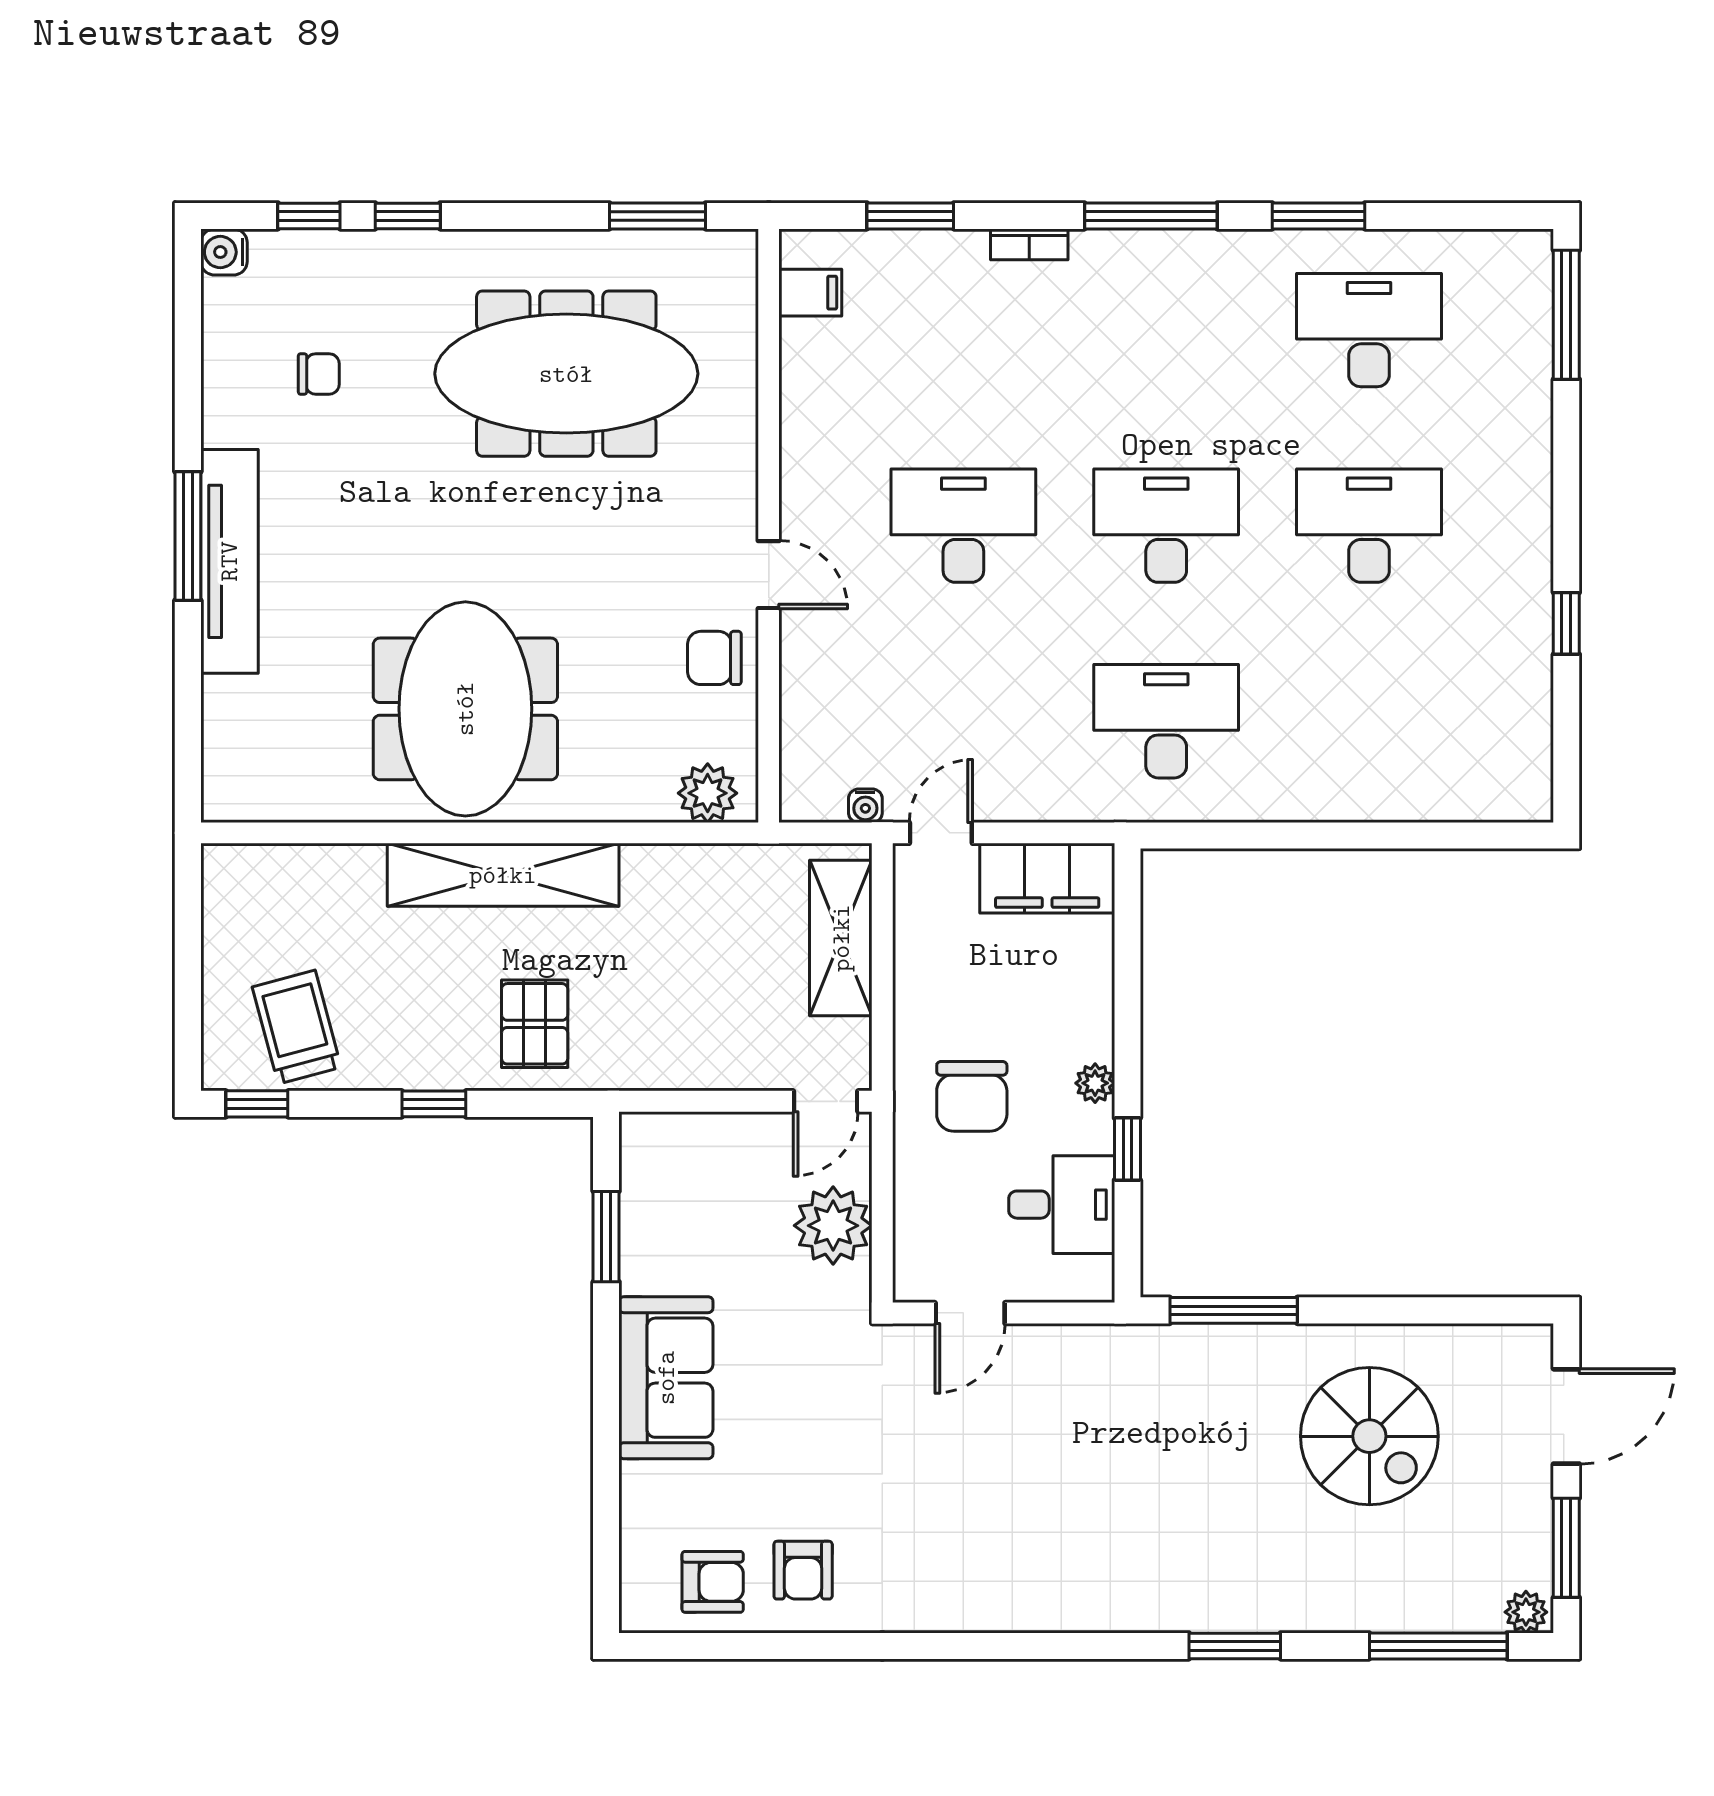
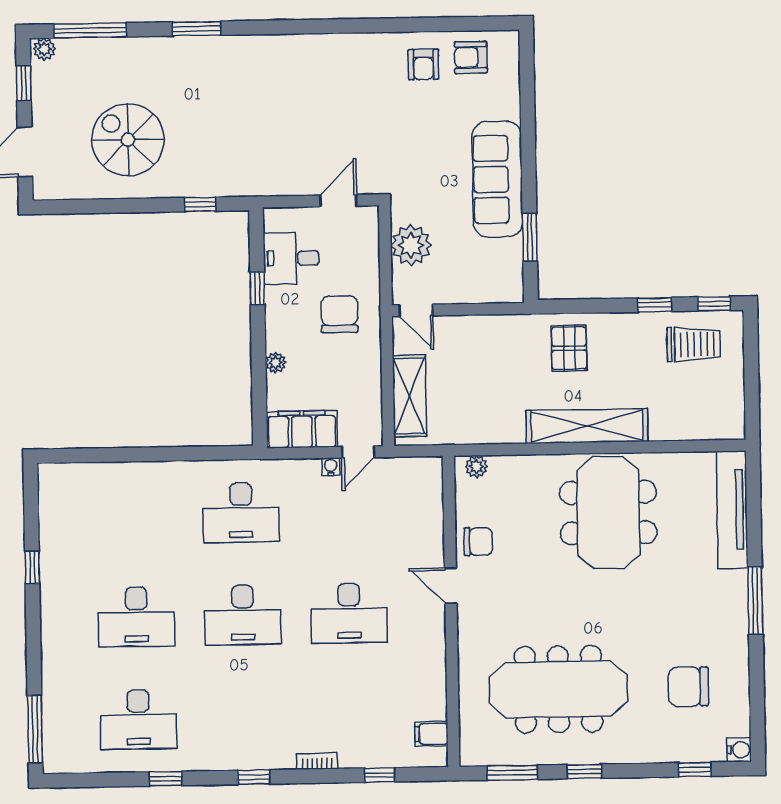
window: (408, 216) -> (584, 771), moved
window: (910, 216) -> (380, 775), width x0.67
window: (1151, 216) -> (254, 777), width x0.46
window: (1318, 216) -> (166, 779), width x0.67
chair: (319, 374) -> (688, 687), width x1.87, depth x1.87
tv unit: (229, 561) -> (732, 510), moved
plant: (708, 793) -> (476, 467), width x0.73, depth x0.73
water cooler: (865, 806) -> (331, 467), moved
trolley: (297, 1027) -> (694, 344), turned -75
plant: (1095, 1083) -> (276, 363), moved
door: (826, 1101) -> (416, 310), swing flipped
window: (434, 1104) -> (655, 305), moved
window: (1234, 1310) -> (200, 204), width x0.46
sofa: (666, 1378) -> (497, 179), width x1.36
window: (1566, 1548) -> (24, 83), width x0.67
armchair: (803, 1570) -> (423, 64), turned 180

